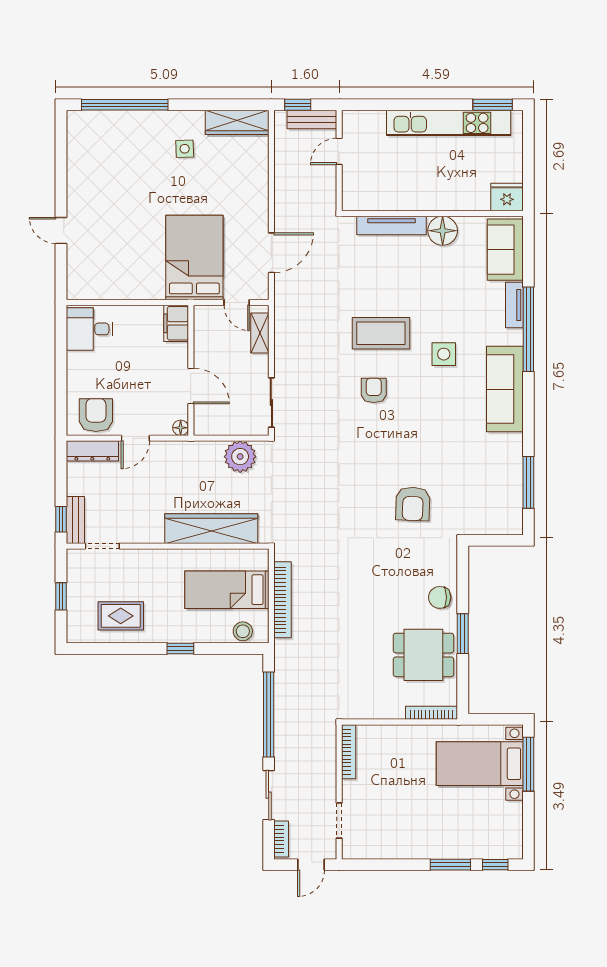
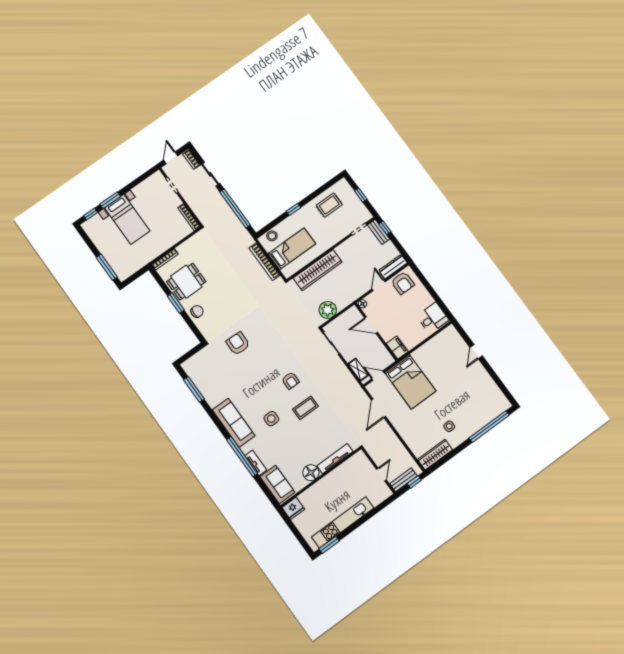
door: (61, 230) -> (476, 352), swing flipped
coffee table: (381, 333) -> (305, 408), width x0.73, depth x0.76
bed with nightstands: (480, 764) -> (127, 219), moved, turned 90

